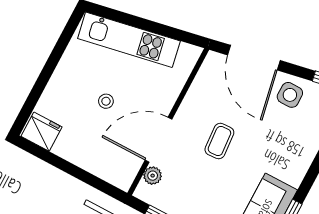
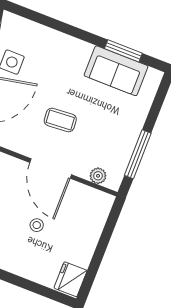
door: (159, 140) -> (51, 169), moved

